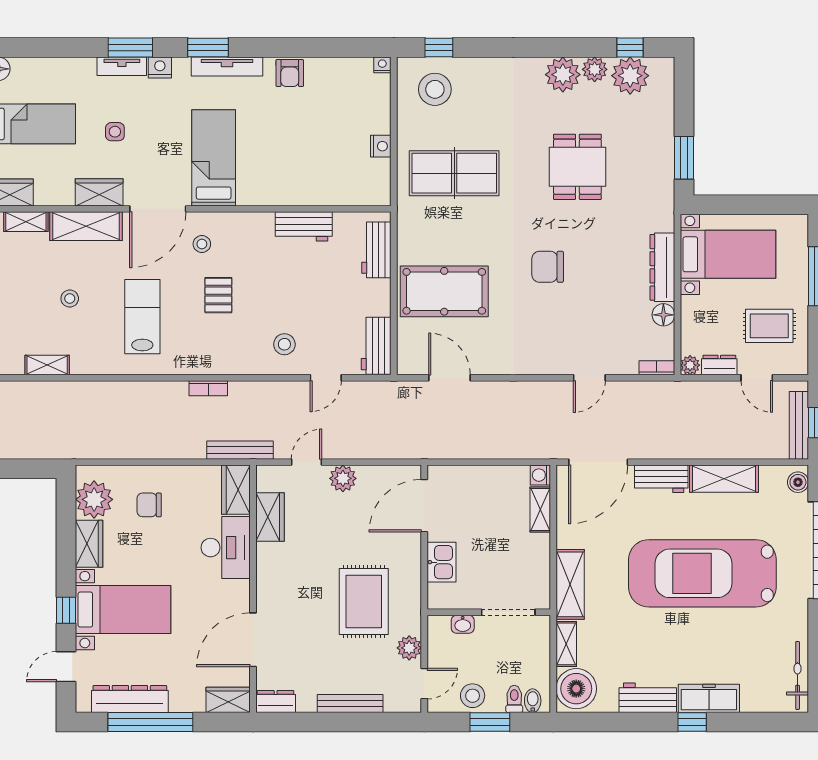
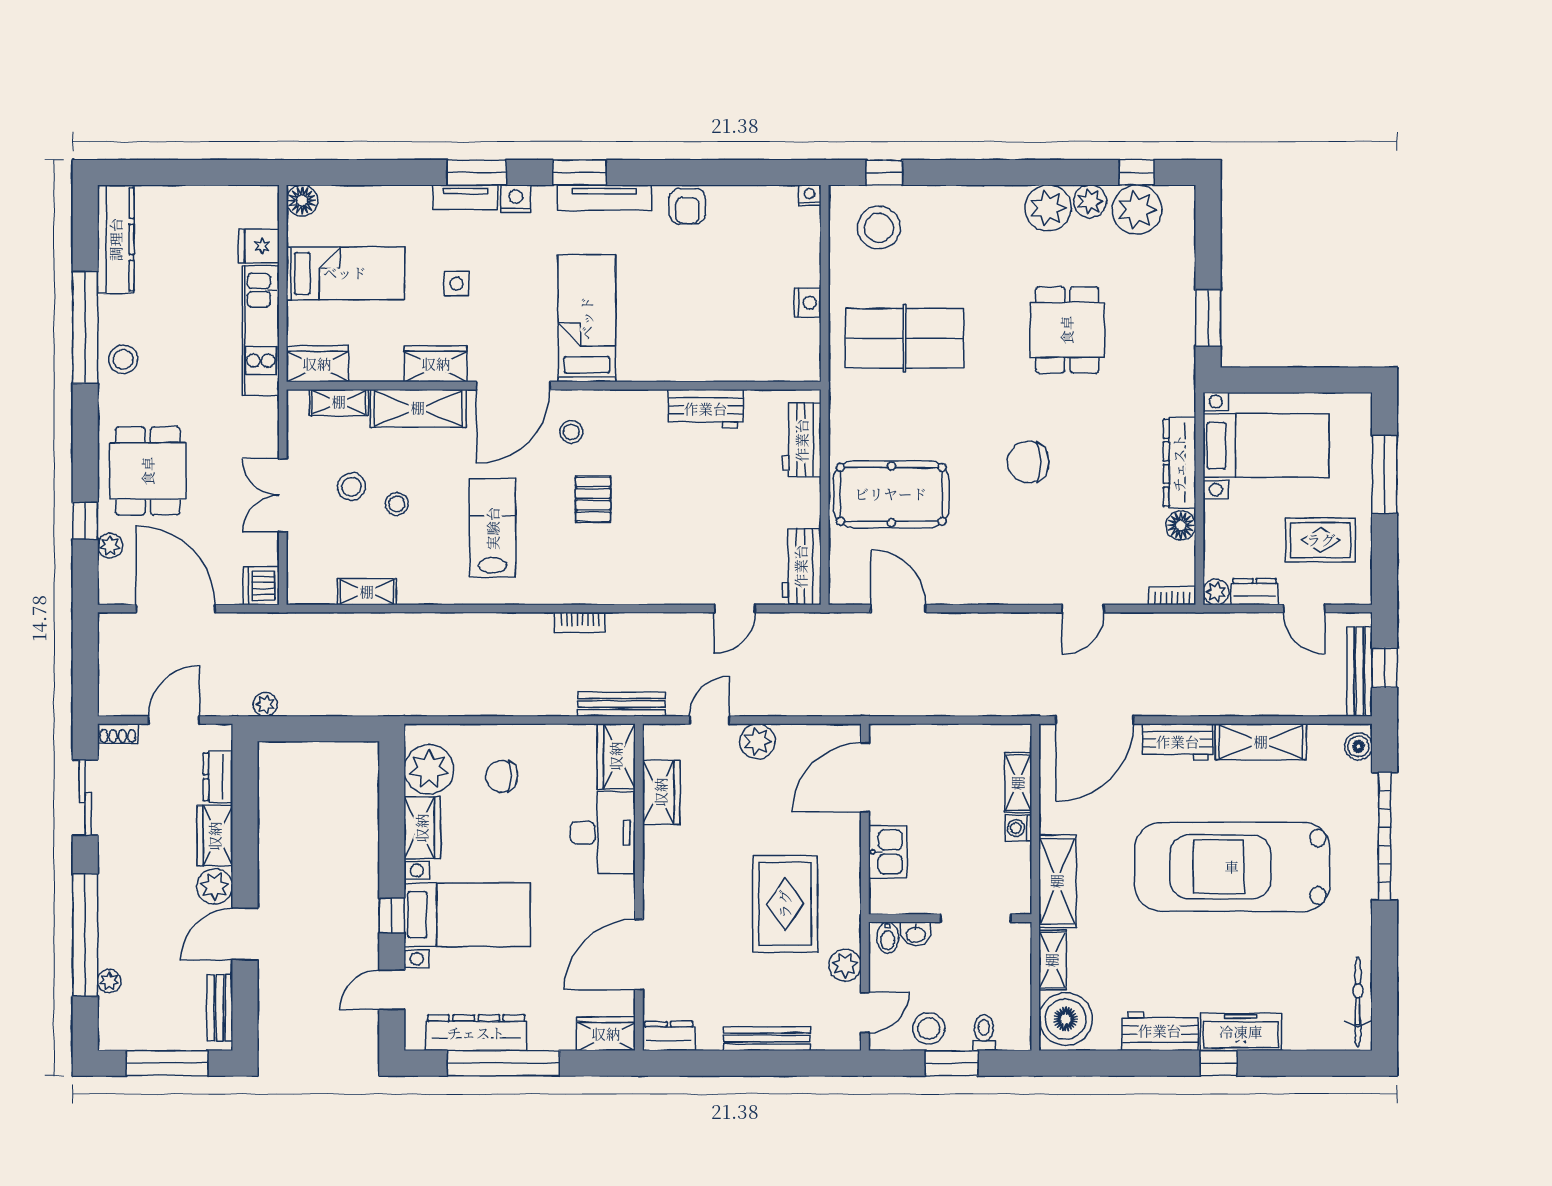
stool: (284, 344) -> (351, 487), moved
washing machine: (540, 475) -> (1018, 828), moved
bidet: (533, 701) -> (888, 938), moved, turned 180

